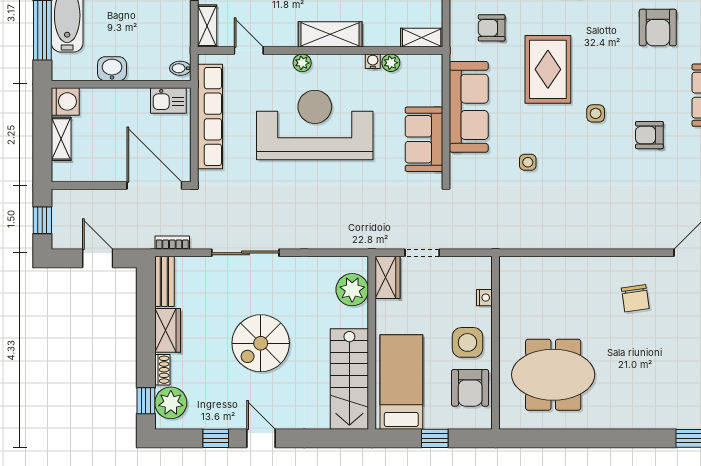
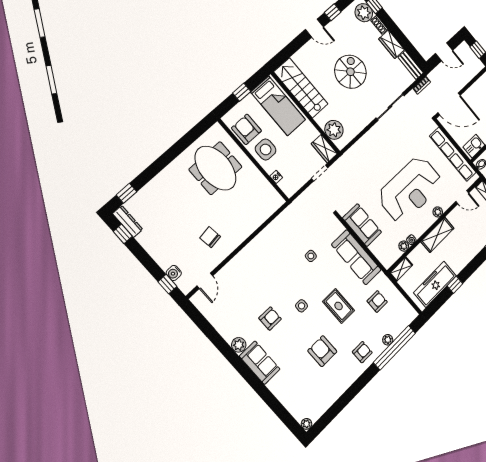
armchair: (658, 28) -> (322, 351), moved
rug: (548, 69) -> (339, 306), width x0.73, depth x0.70
meeting table: (553, 375) -> (215, 168), turned 90

